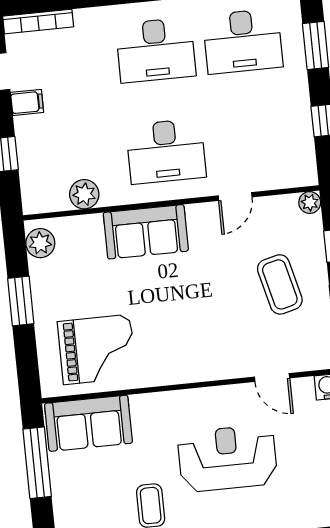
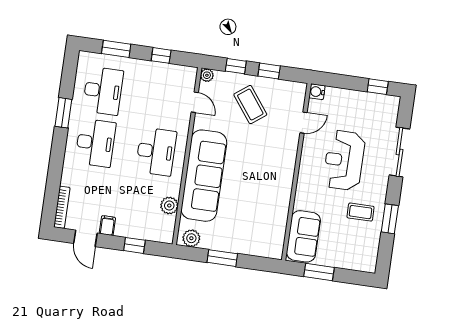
door: (235, 196) -> (195, 102), moved
sofa: (146, 232) -> (204, 176), width x1.85, depth x1.27
coffee table: (280, 284) -> (250, 105), turned 67
grand piano: (97, 349) -> (262, 221), removed
window: (37, 463) -> (319, 272), width x0.69

